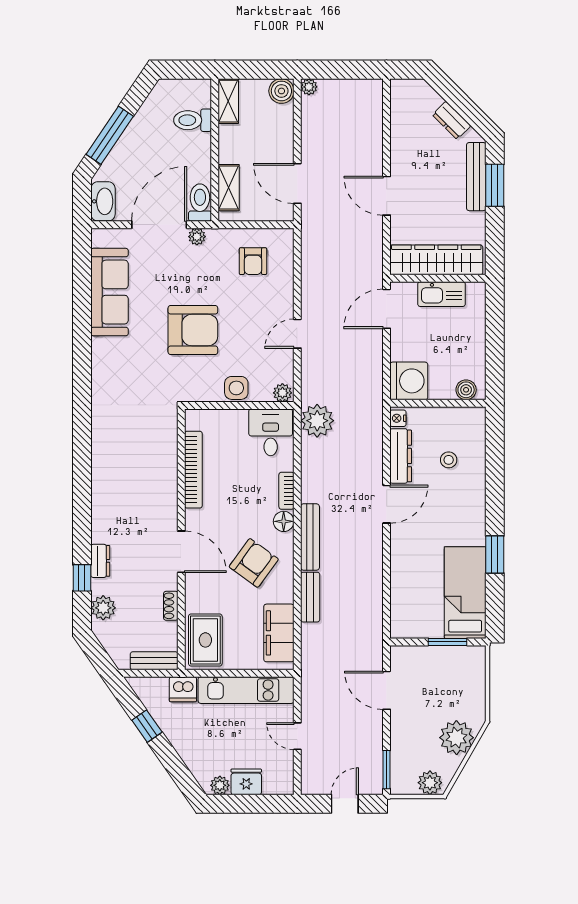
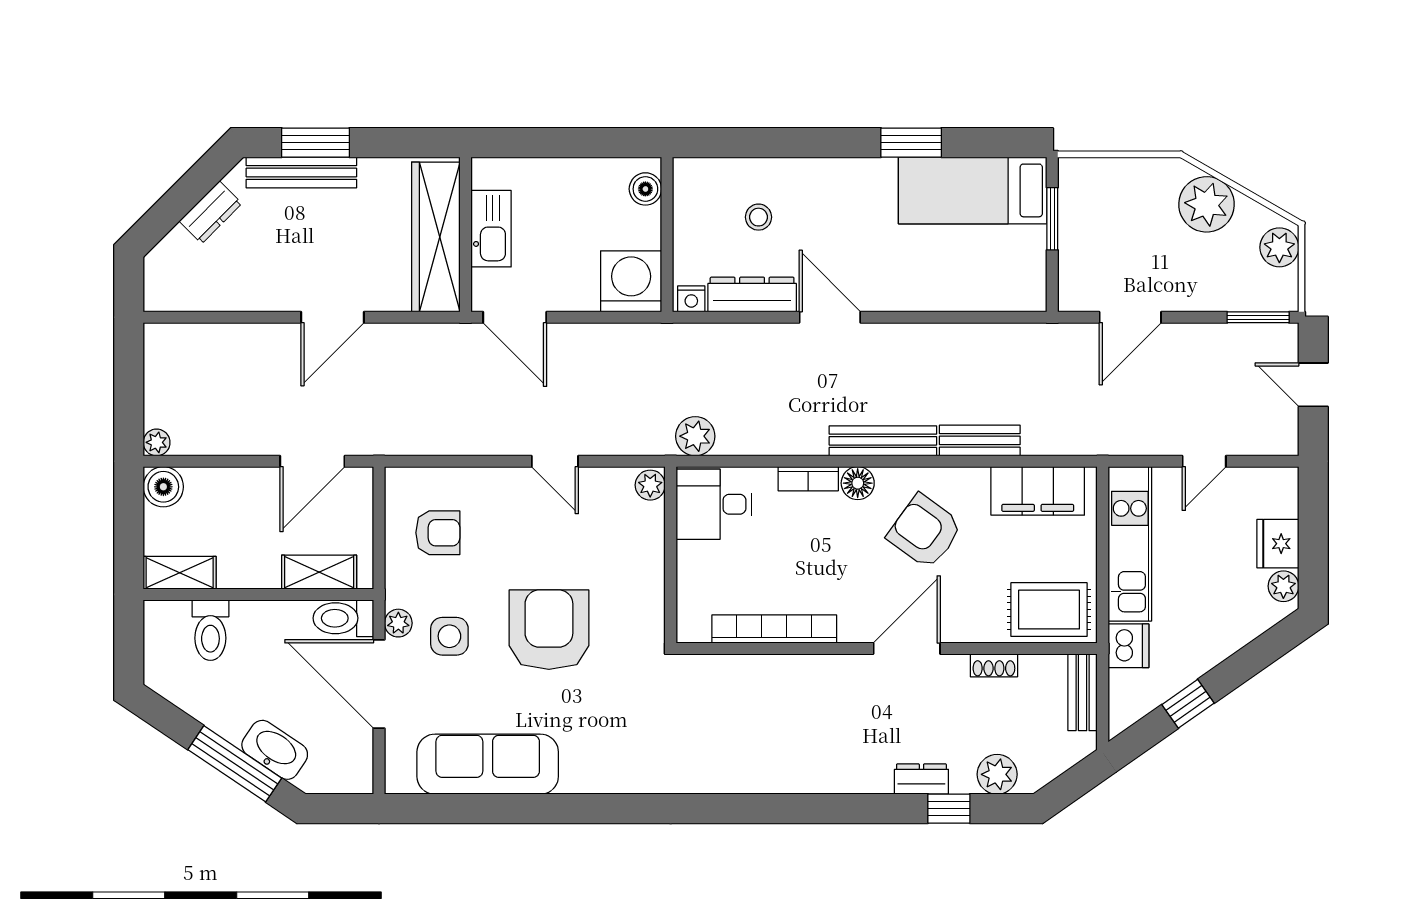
washbasin: (103, 201) -> (275, 750), moved, turned 34
side table: (236, 388) -> (449, 636), moved
plant: (317, 421) -> (695, 436), width x0.73, depth x0.73

